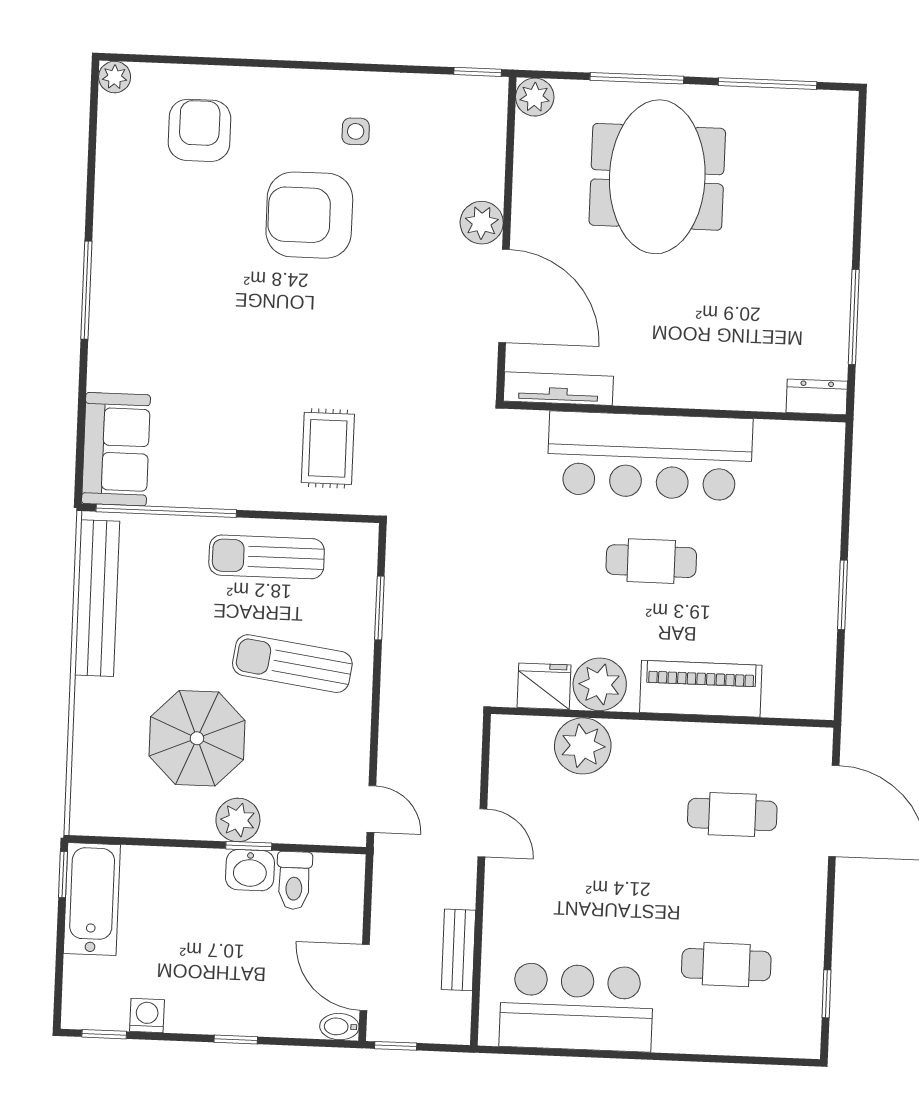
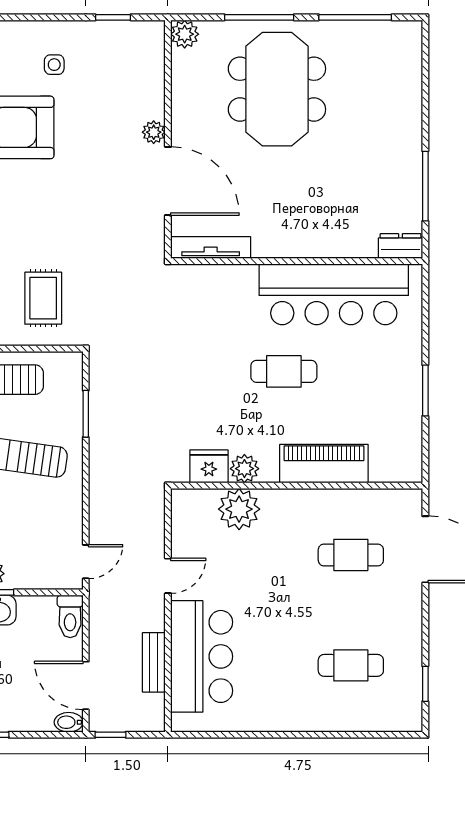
window: (478, 72) -> (113, 17), moved
plant: (482, 223) -> (154, 132), width x0.73, depth x0.73
bar counter: (650, 456) -> (334, 294), moved
plant: (600, 684) -> (244, 469), width x0.73, depth x0.73
door: (371, 809) -> (86, 562), hinge flipped
door: (482, 833) -> (168, 576), hinge flipped
toilet: (294, 881) -> (70, 616), moved
bar counter: (576, 1007) -> (202, 656), moved, turned 90

